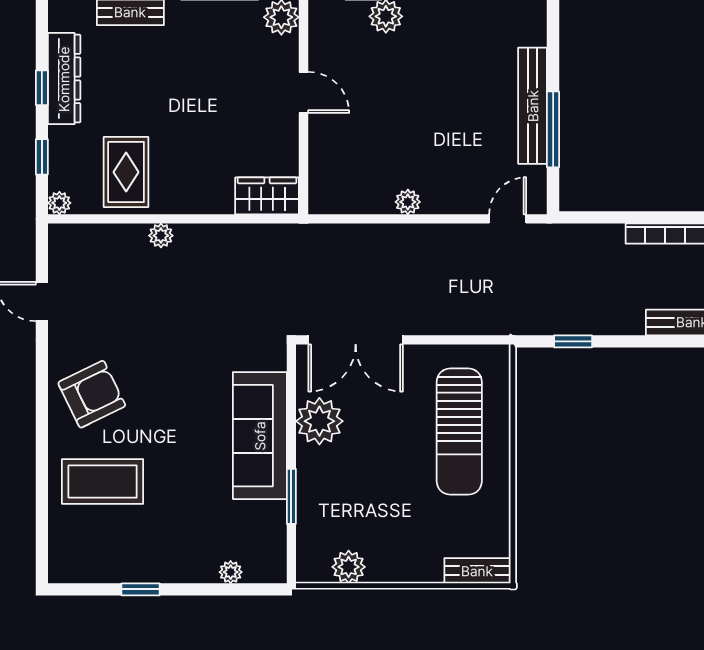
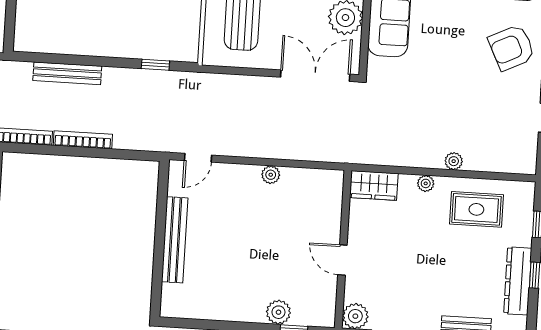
window: (553, 129) -> (161, 221), removed
rug: (126, 172) -> (476, 209), turned 90
plant: (59, 203) -> (426, 183), moved

